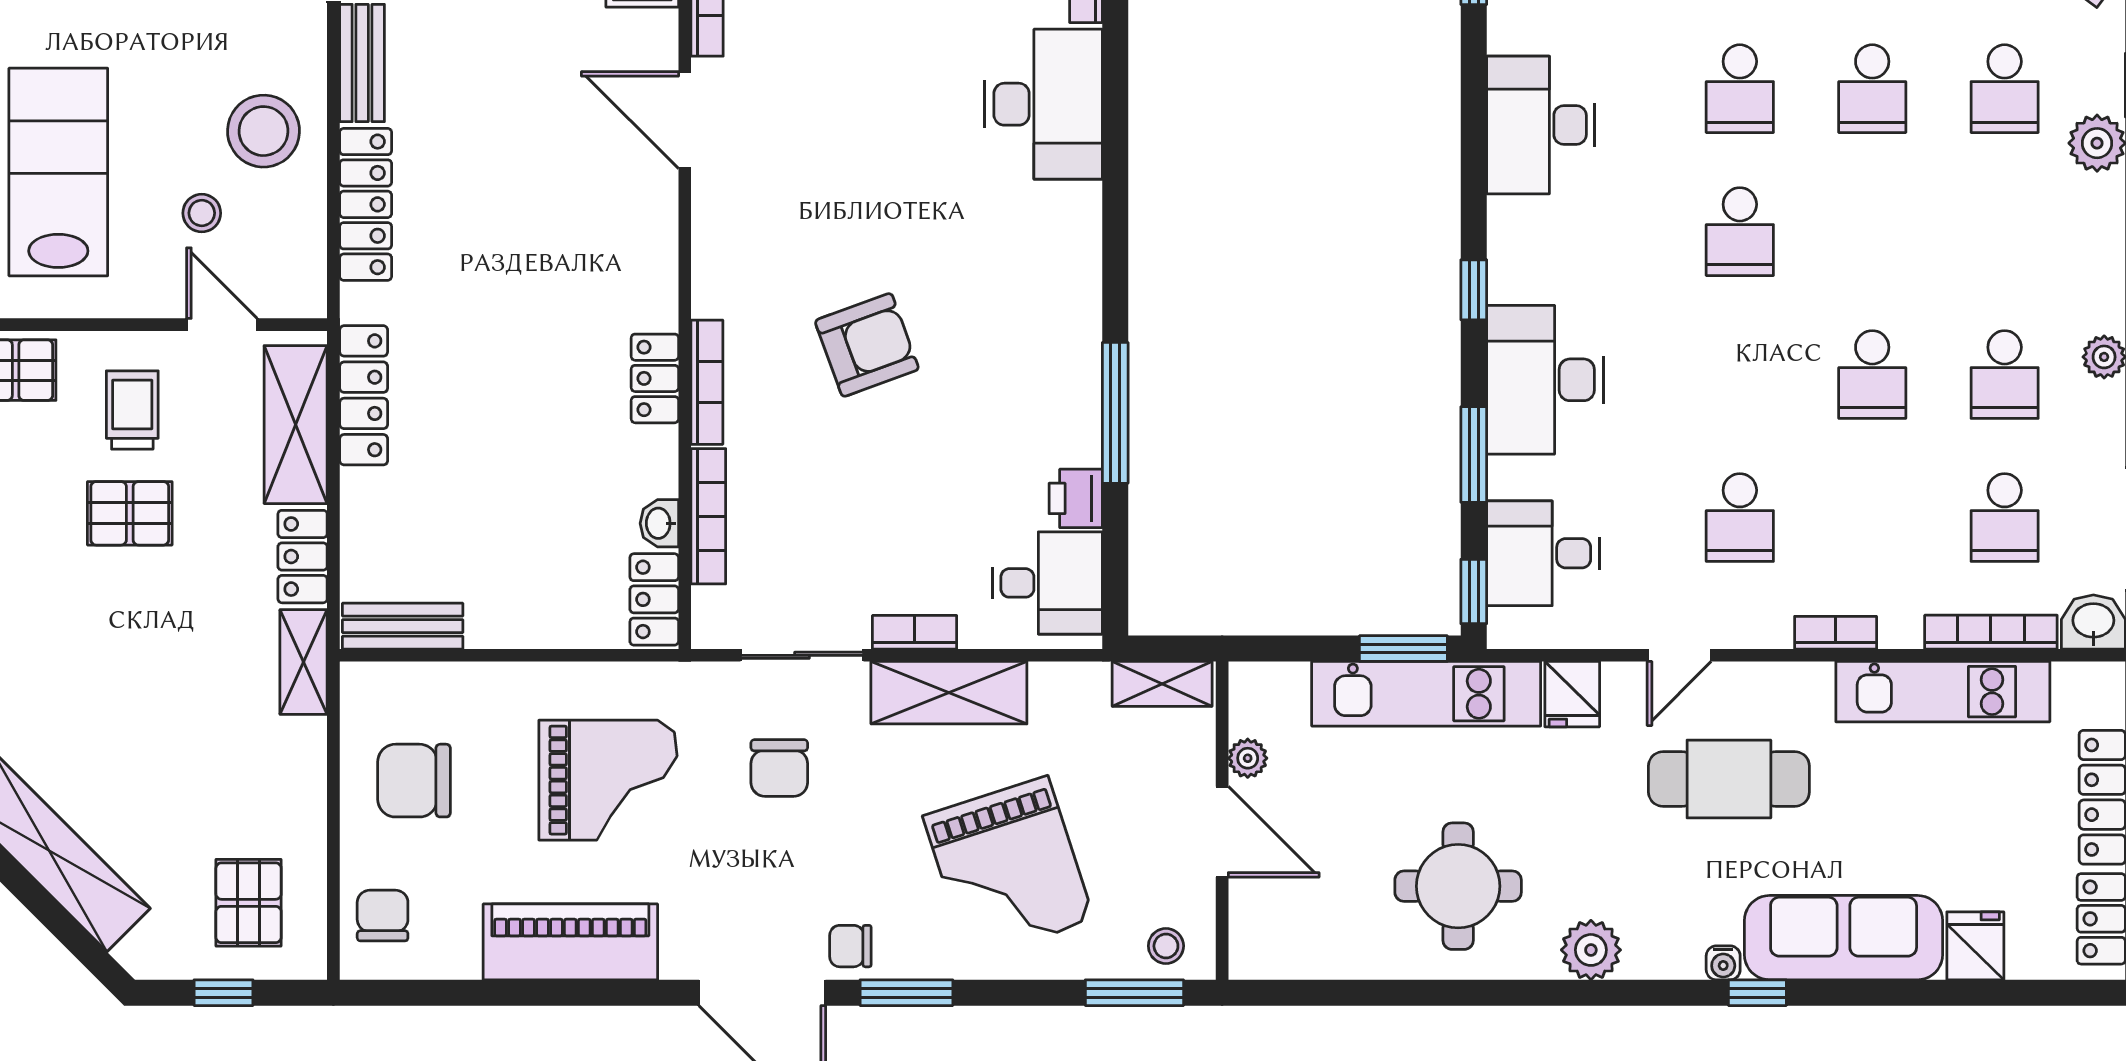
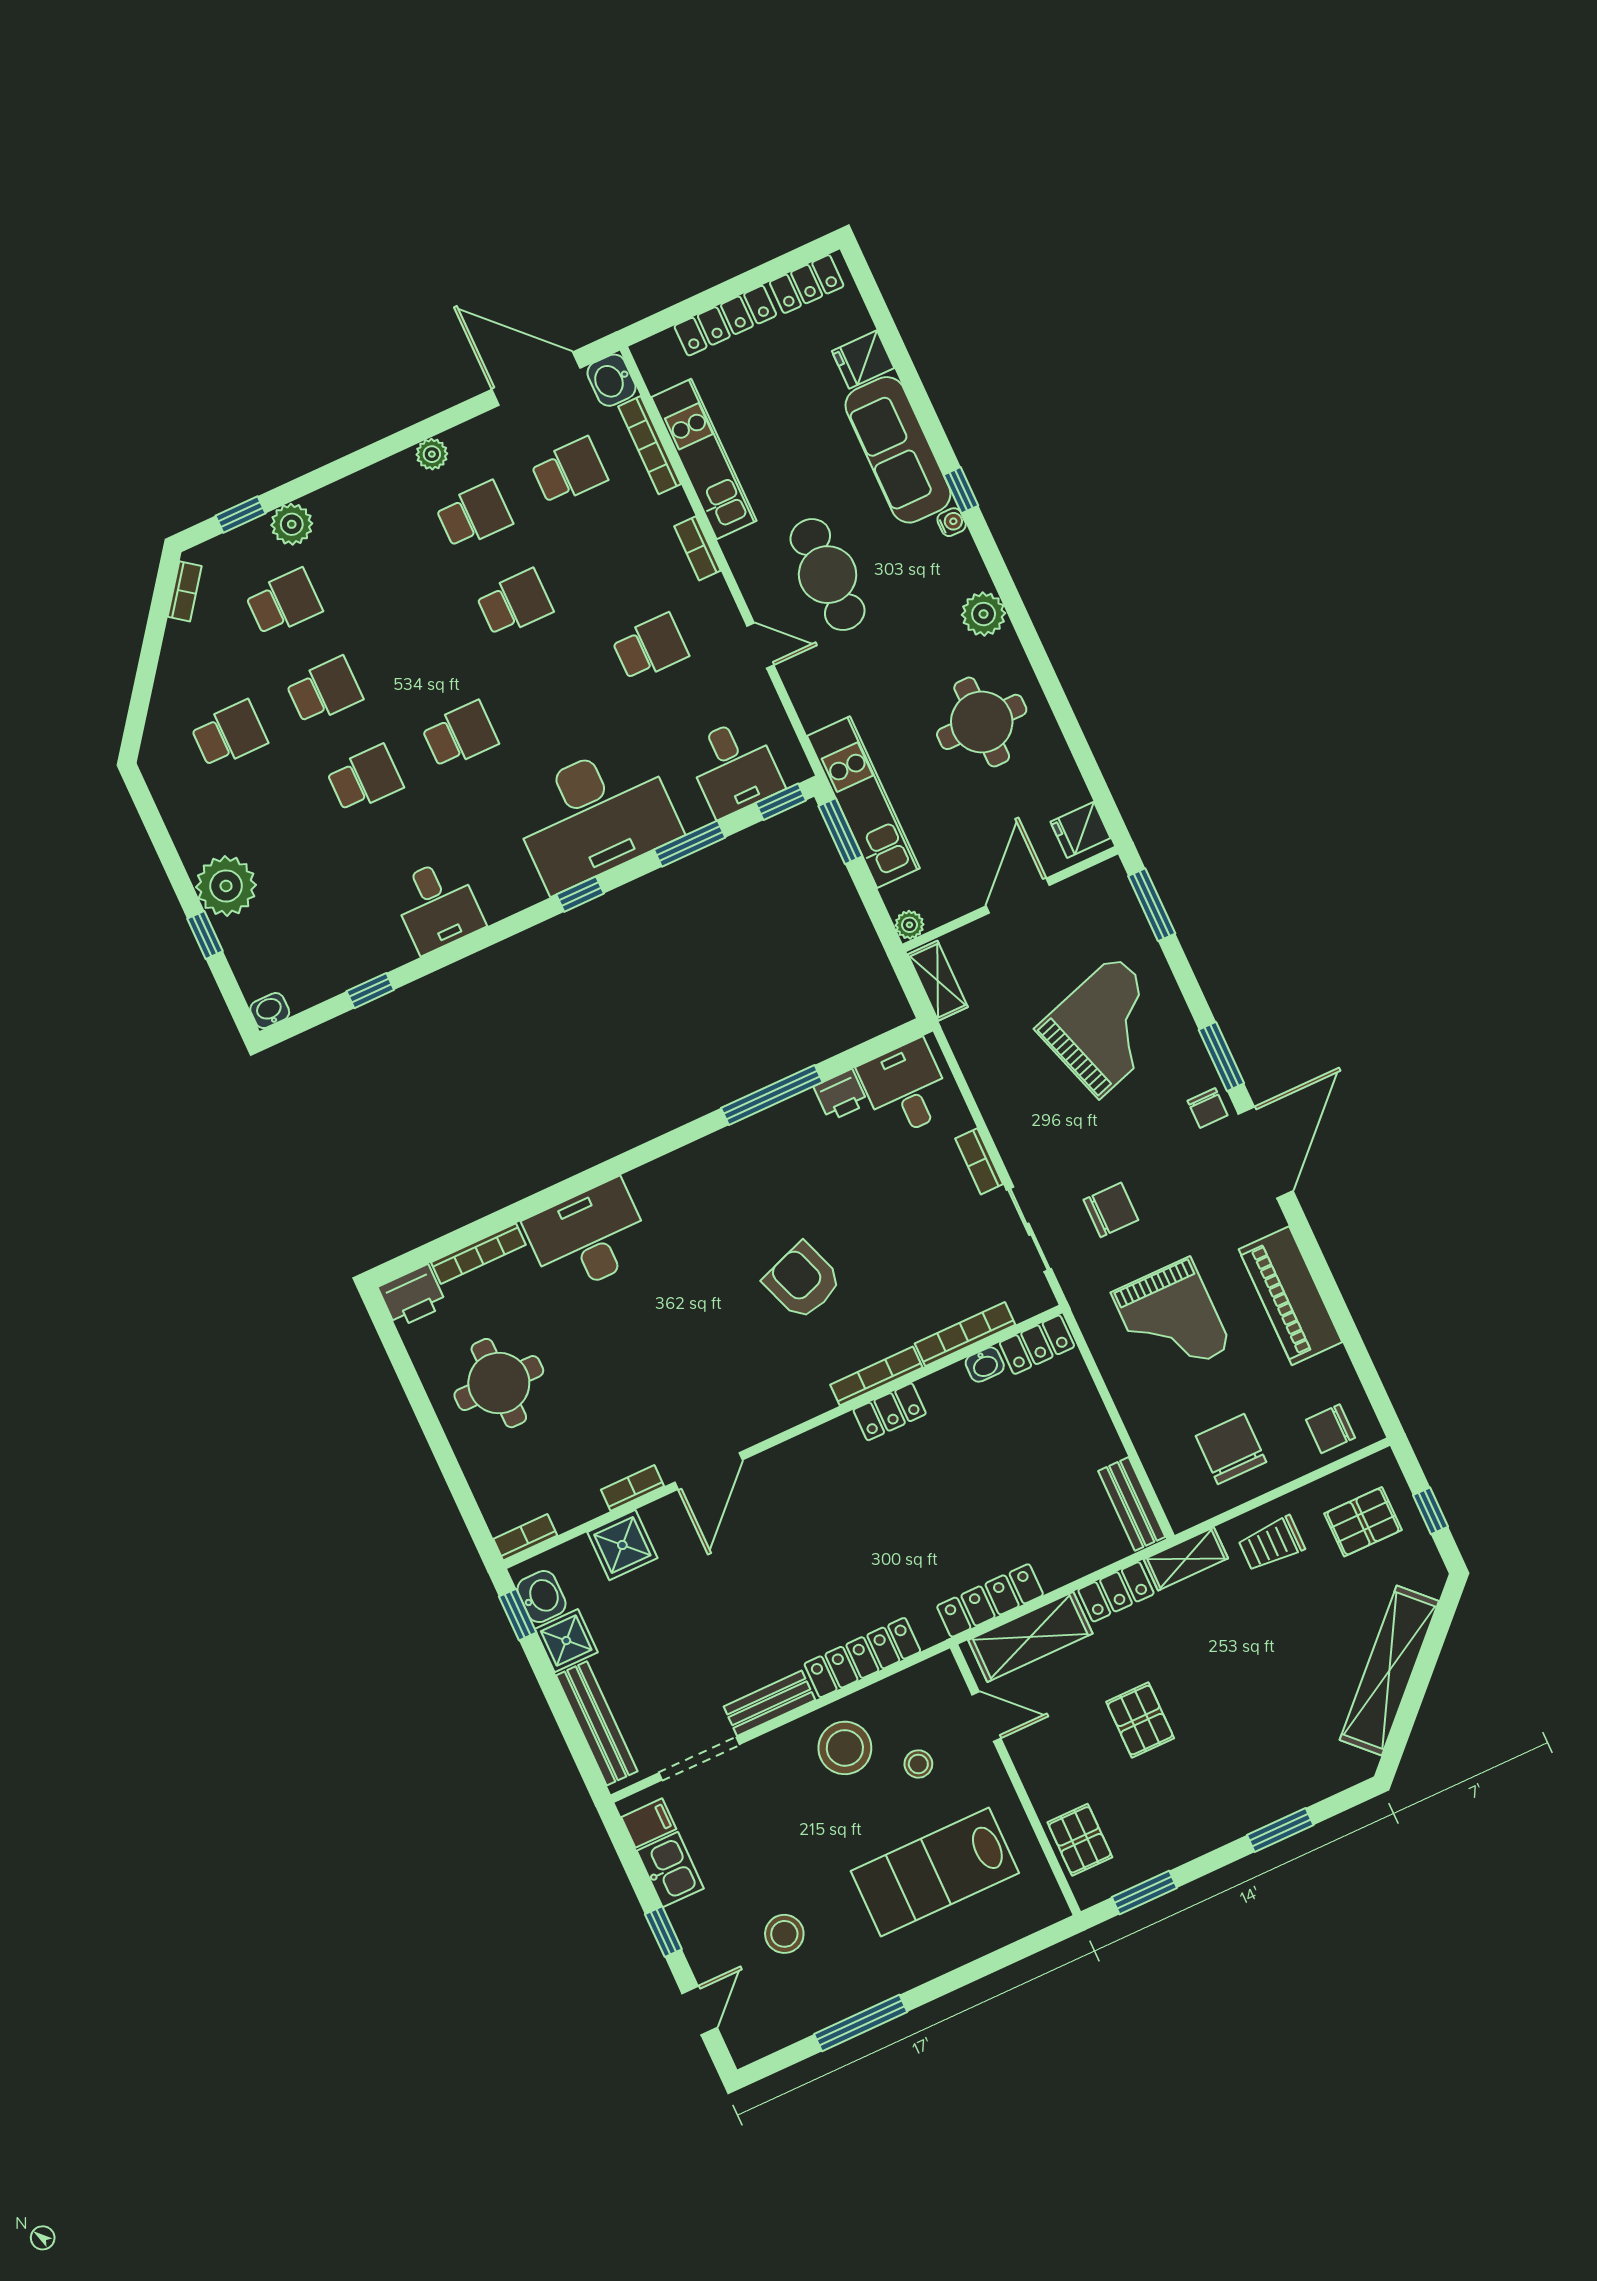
desk: (1541, 125) -> (437, 906), width x0.73
door: (222, 325) -> (986, 1716), swing flipped
desk: (1545, 380) -> (595, 816), width x1.36, depth x1.30
trolley: (132, 410) -> (1271, 1544), moved
shelving: (949, 693) -> (1009, 1120), removed
fridge: (1572, 694) -> (1080, 830), moved, turned 180
plant: (1248, 758) -> (909, 925), moved
grand piano: (608, 780) -> (1171, 1320), turned 180
chair: (414, 781) -> (1231, 1449), turned 180
stool: (1166, 946) -> (1111, 898), removed

